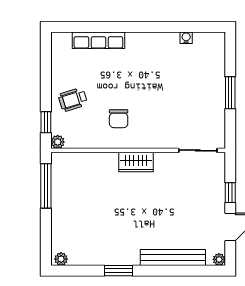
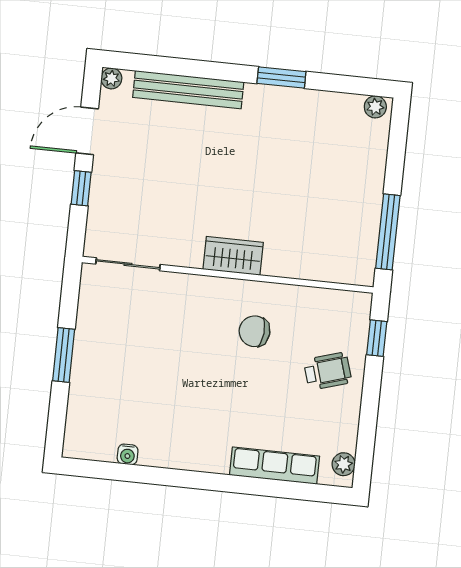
chair: (119, 119) -> (255, 331), turned -85
plant: (58, 142) -> (344, 464), moved

